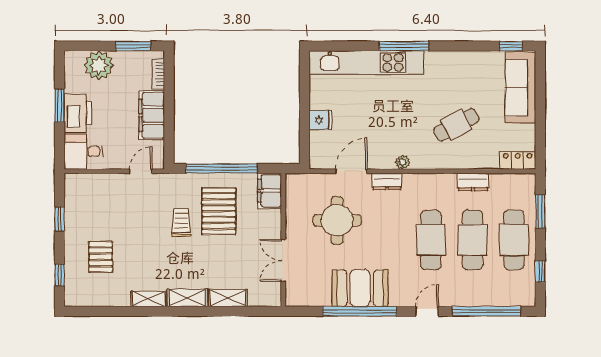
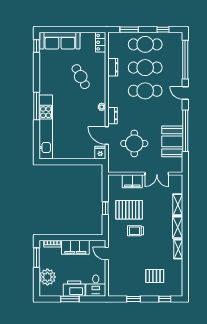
fridge: (321, 120) -> (100, 153), moved
window: (221, 168) -> (105, 208), width x0.32
filing cabinet: (270, 191) -> (132, 181), moved
booth: (360, 288) -> (172, 141), moved

